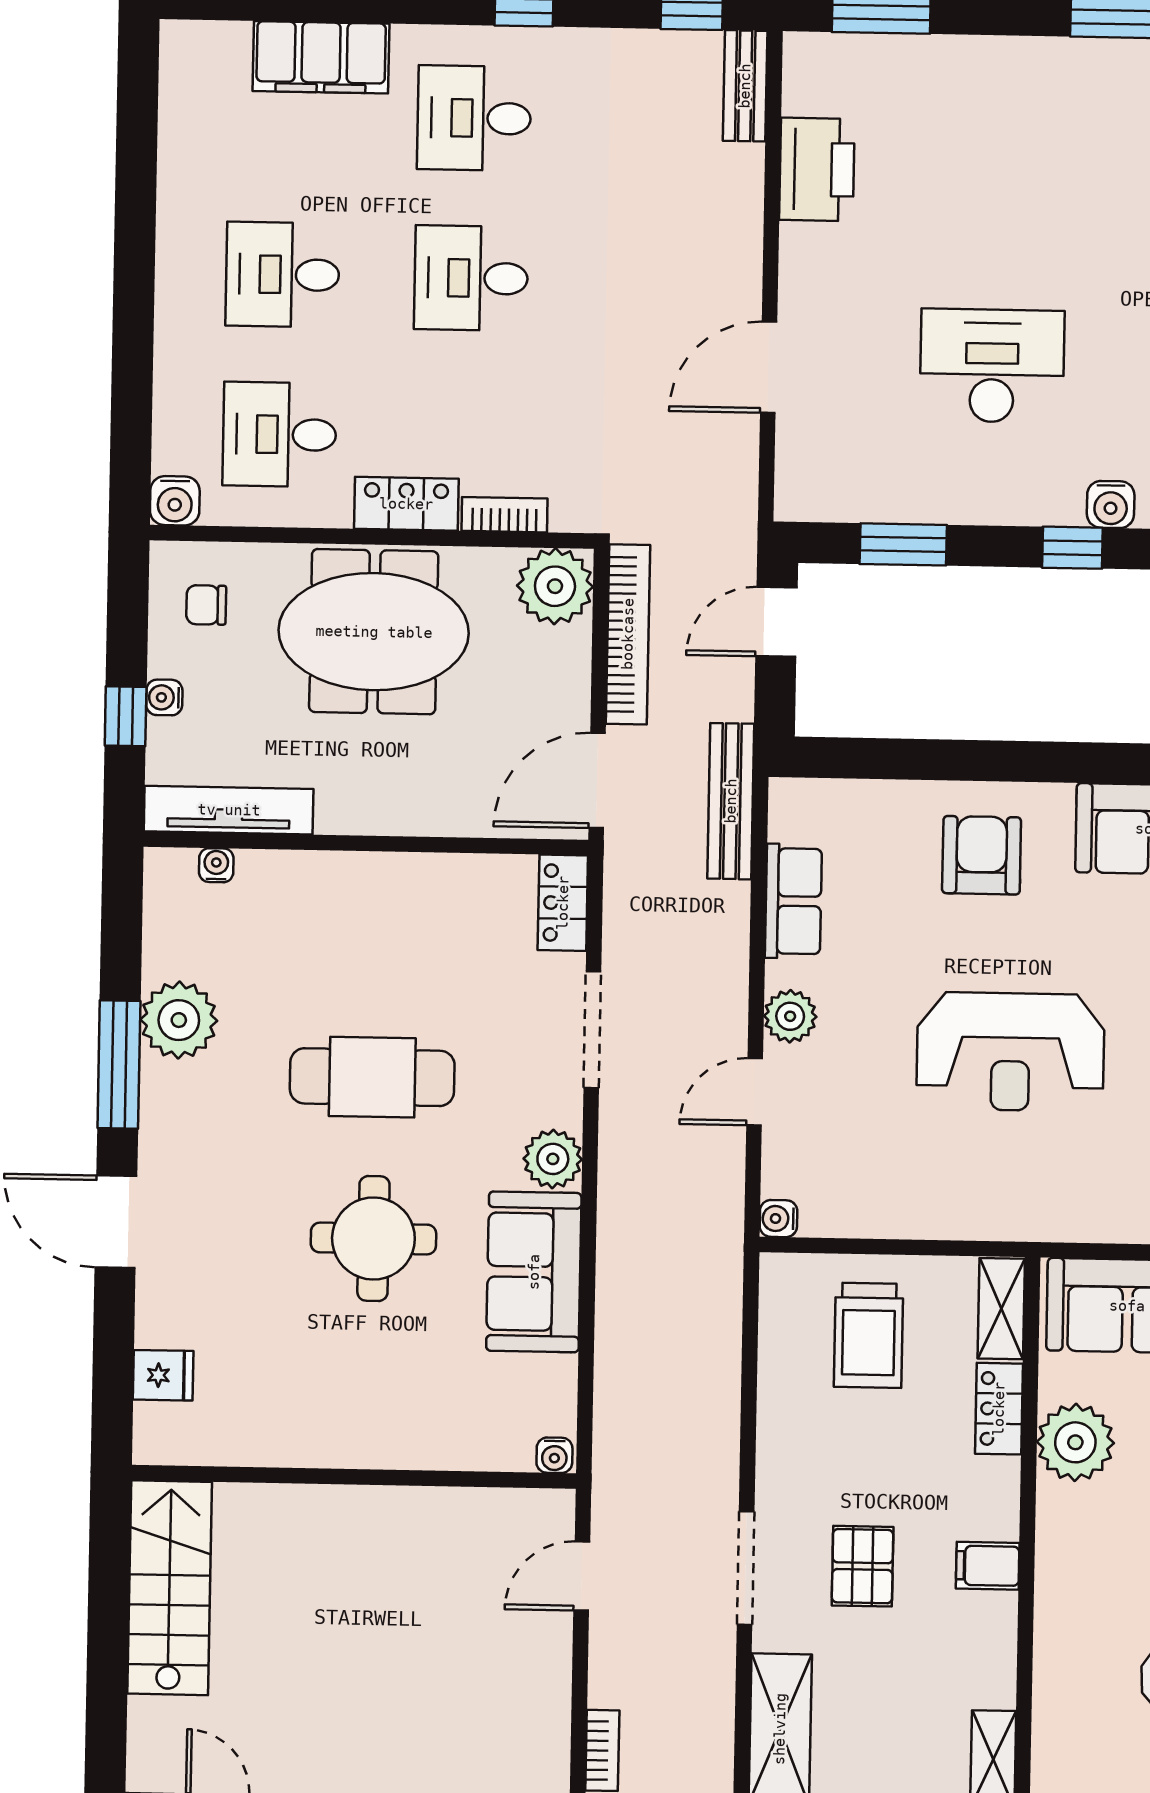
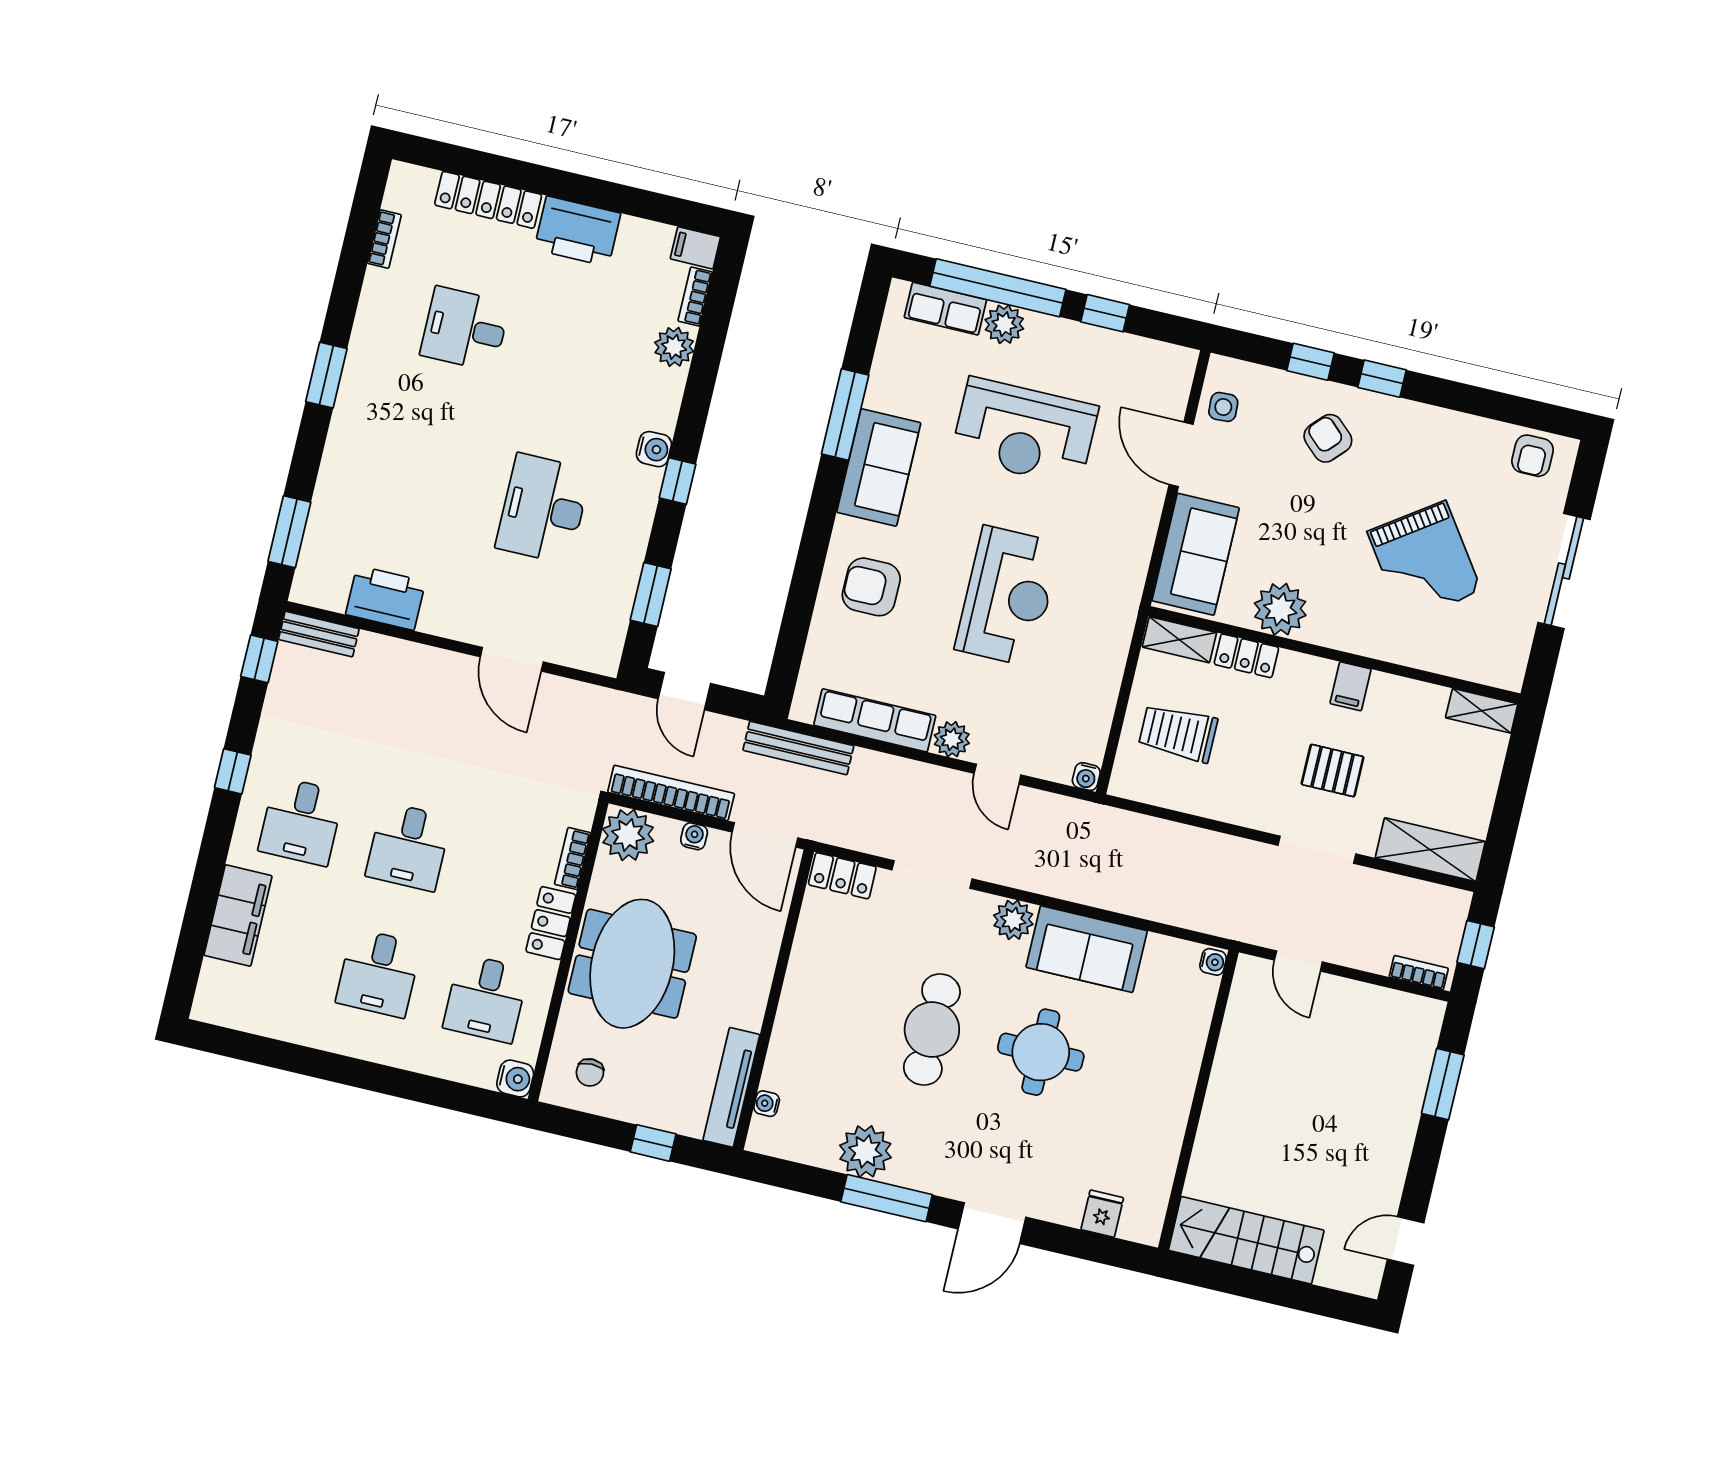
water cooler: (164, 697) -> (694, 836), moved, turned 180
row of seats: (793, 901) -> (875, 720), width x1.48
trolley: (869, 1335) -> (1178, 733), turned 180

